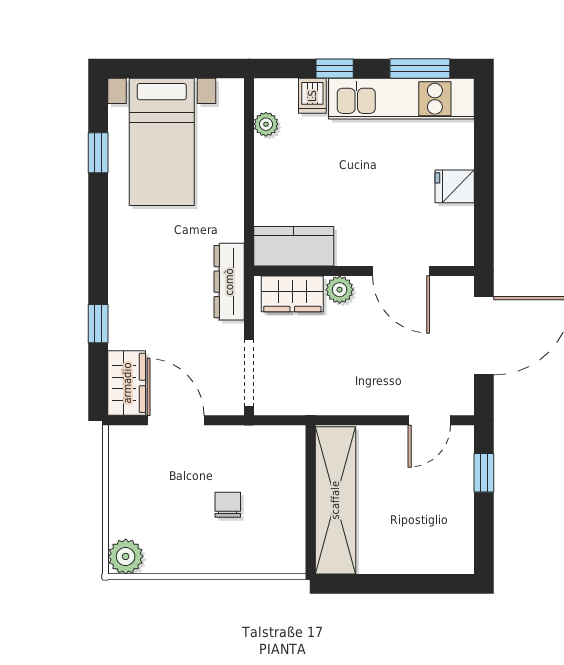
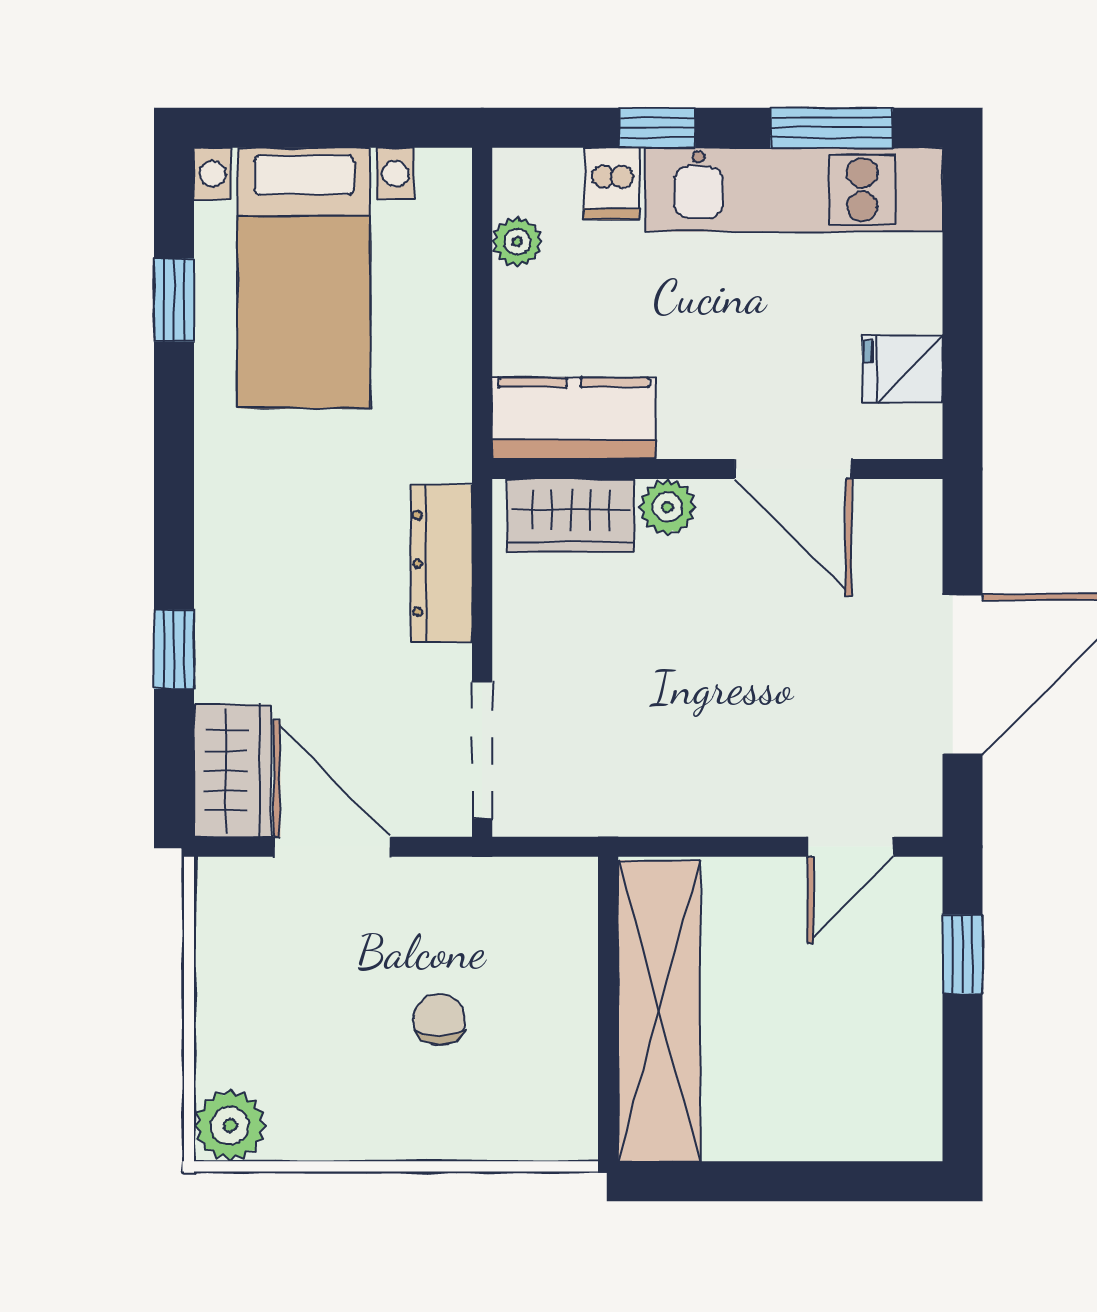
kitchen counter: (294, 246) -> (574, 418), moved
wall: (364, 271) -> (717, 469), moved
door: (401, 271) -> (793, 469), moved
plant: (340, 290) -> (667, 507), moved
wardrobe: (292, 294) -> (571, 516), moved

